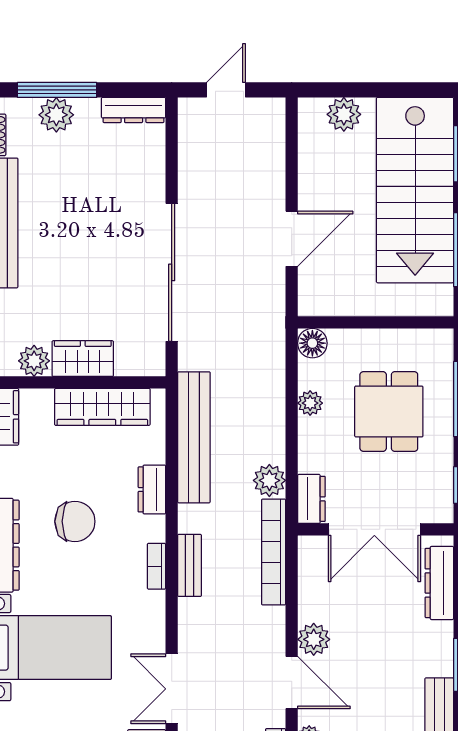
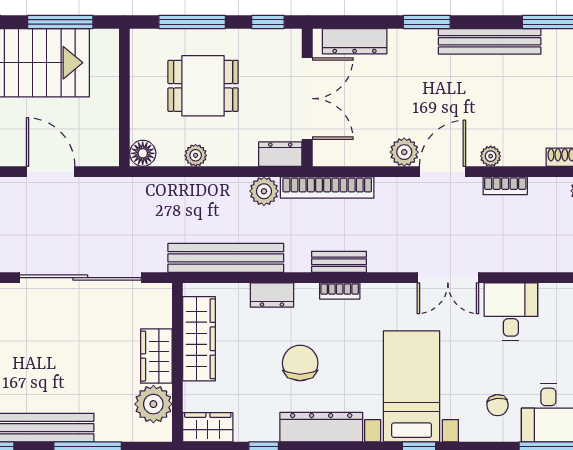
plant: (34, 361) -> (153, 404), width x1.36, depth x1.36

